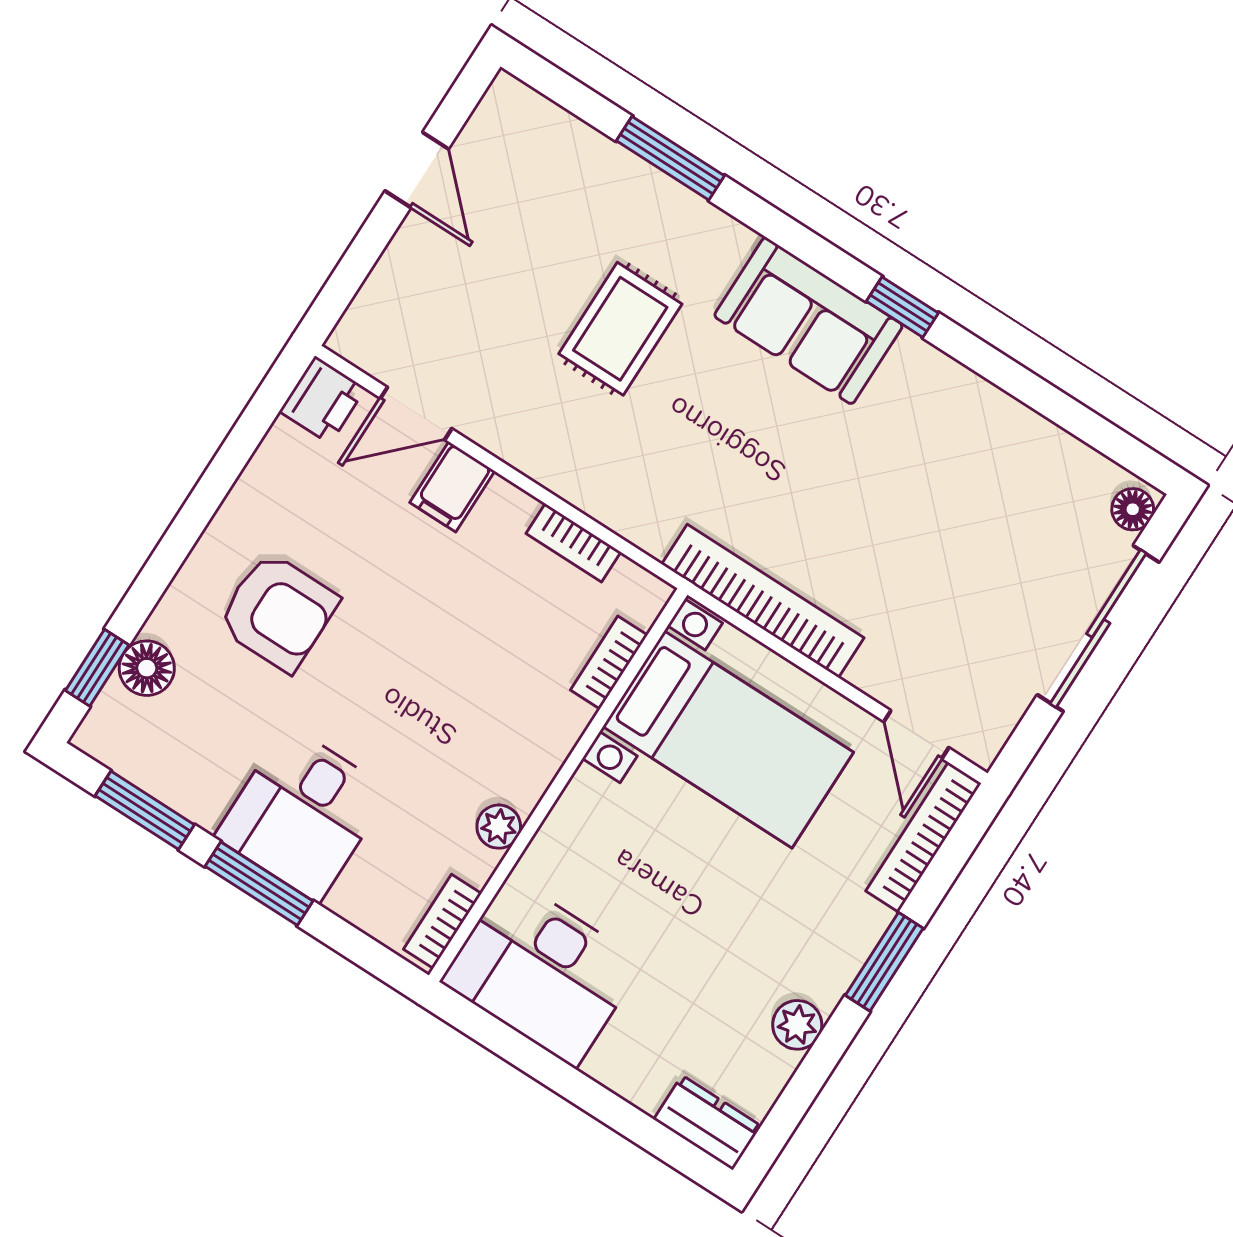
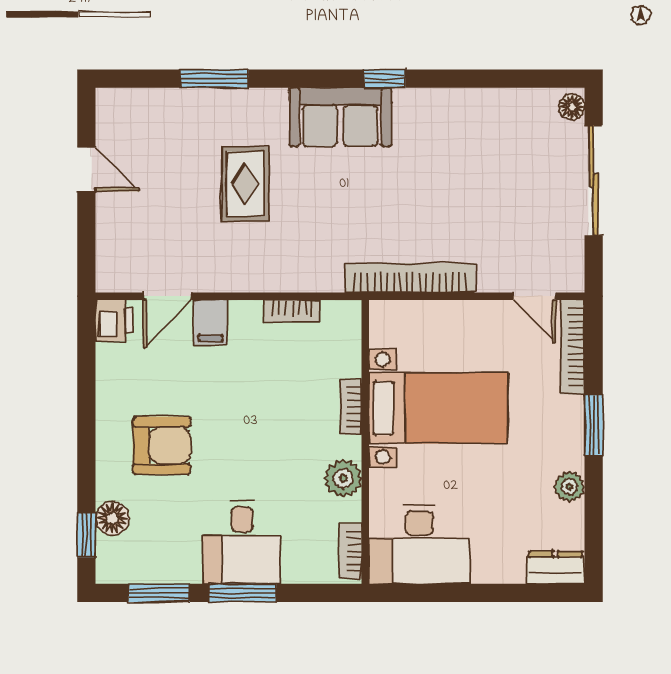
bookcase: (609, 662) -> (351, 407), moved
bed with nightstands: (728, 739) -> (438, 408), moved
plant: (499, 827) -> (343, 478), width x1.38, depth x1.38

